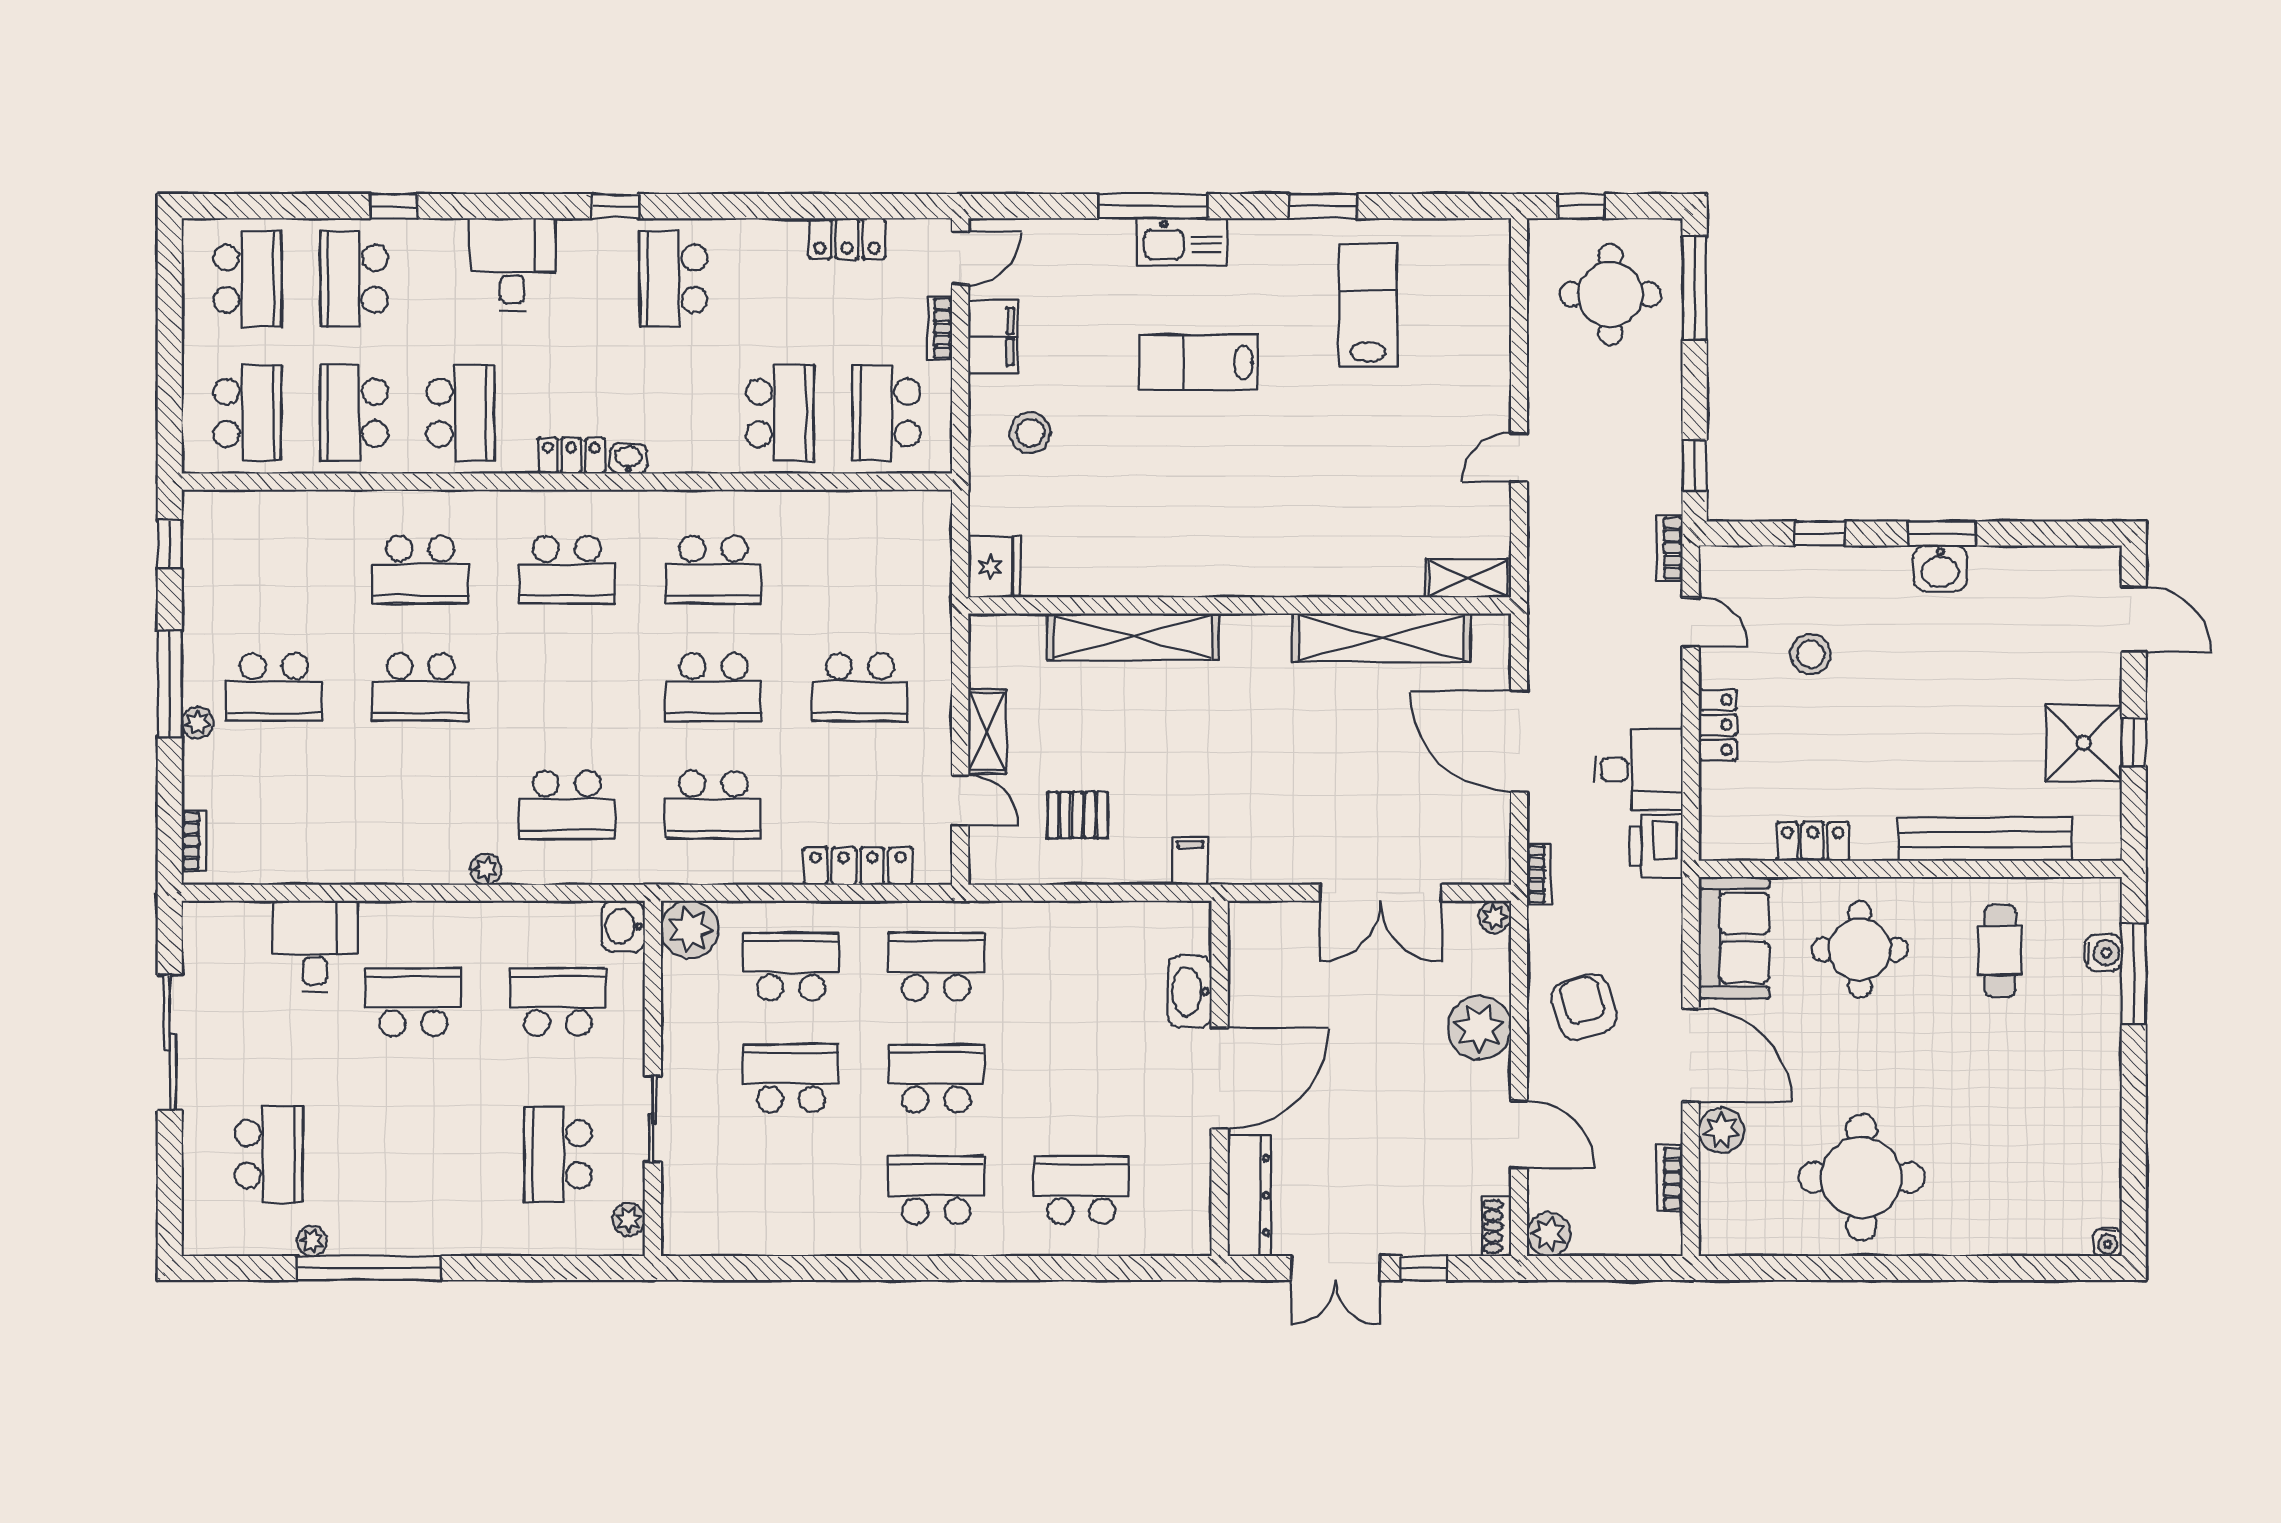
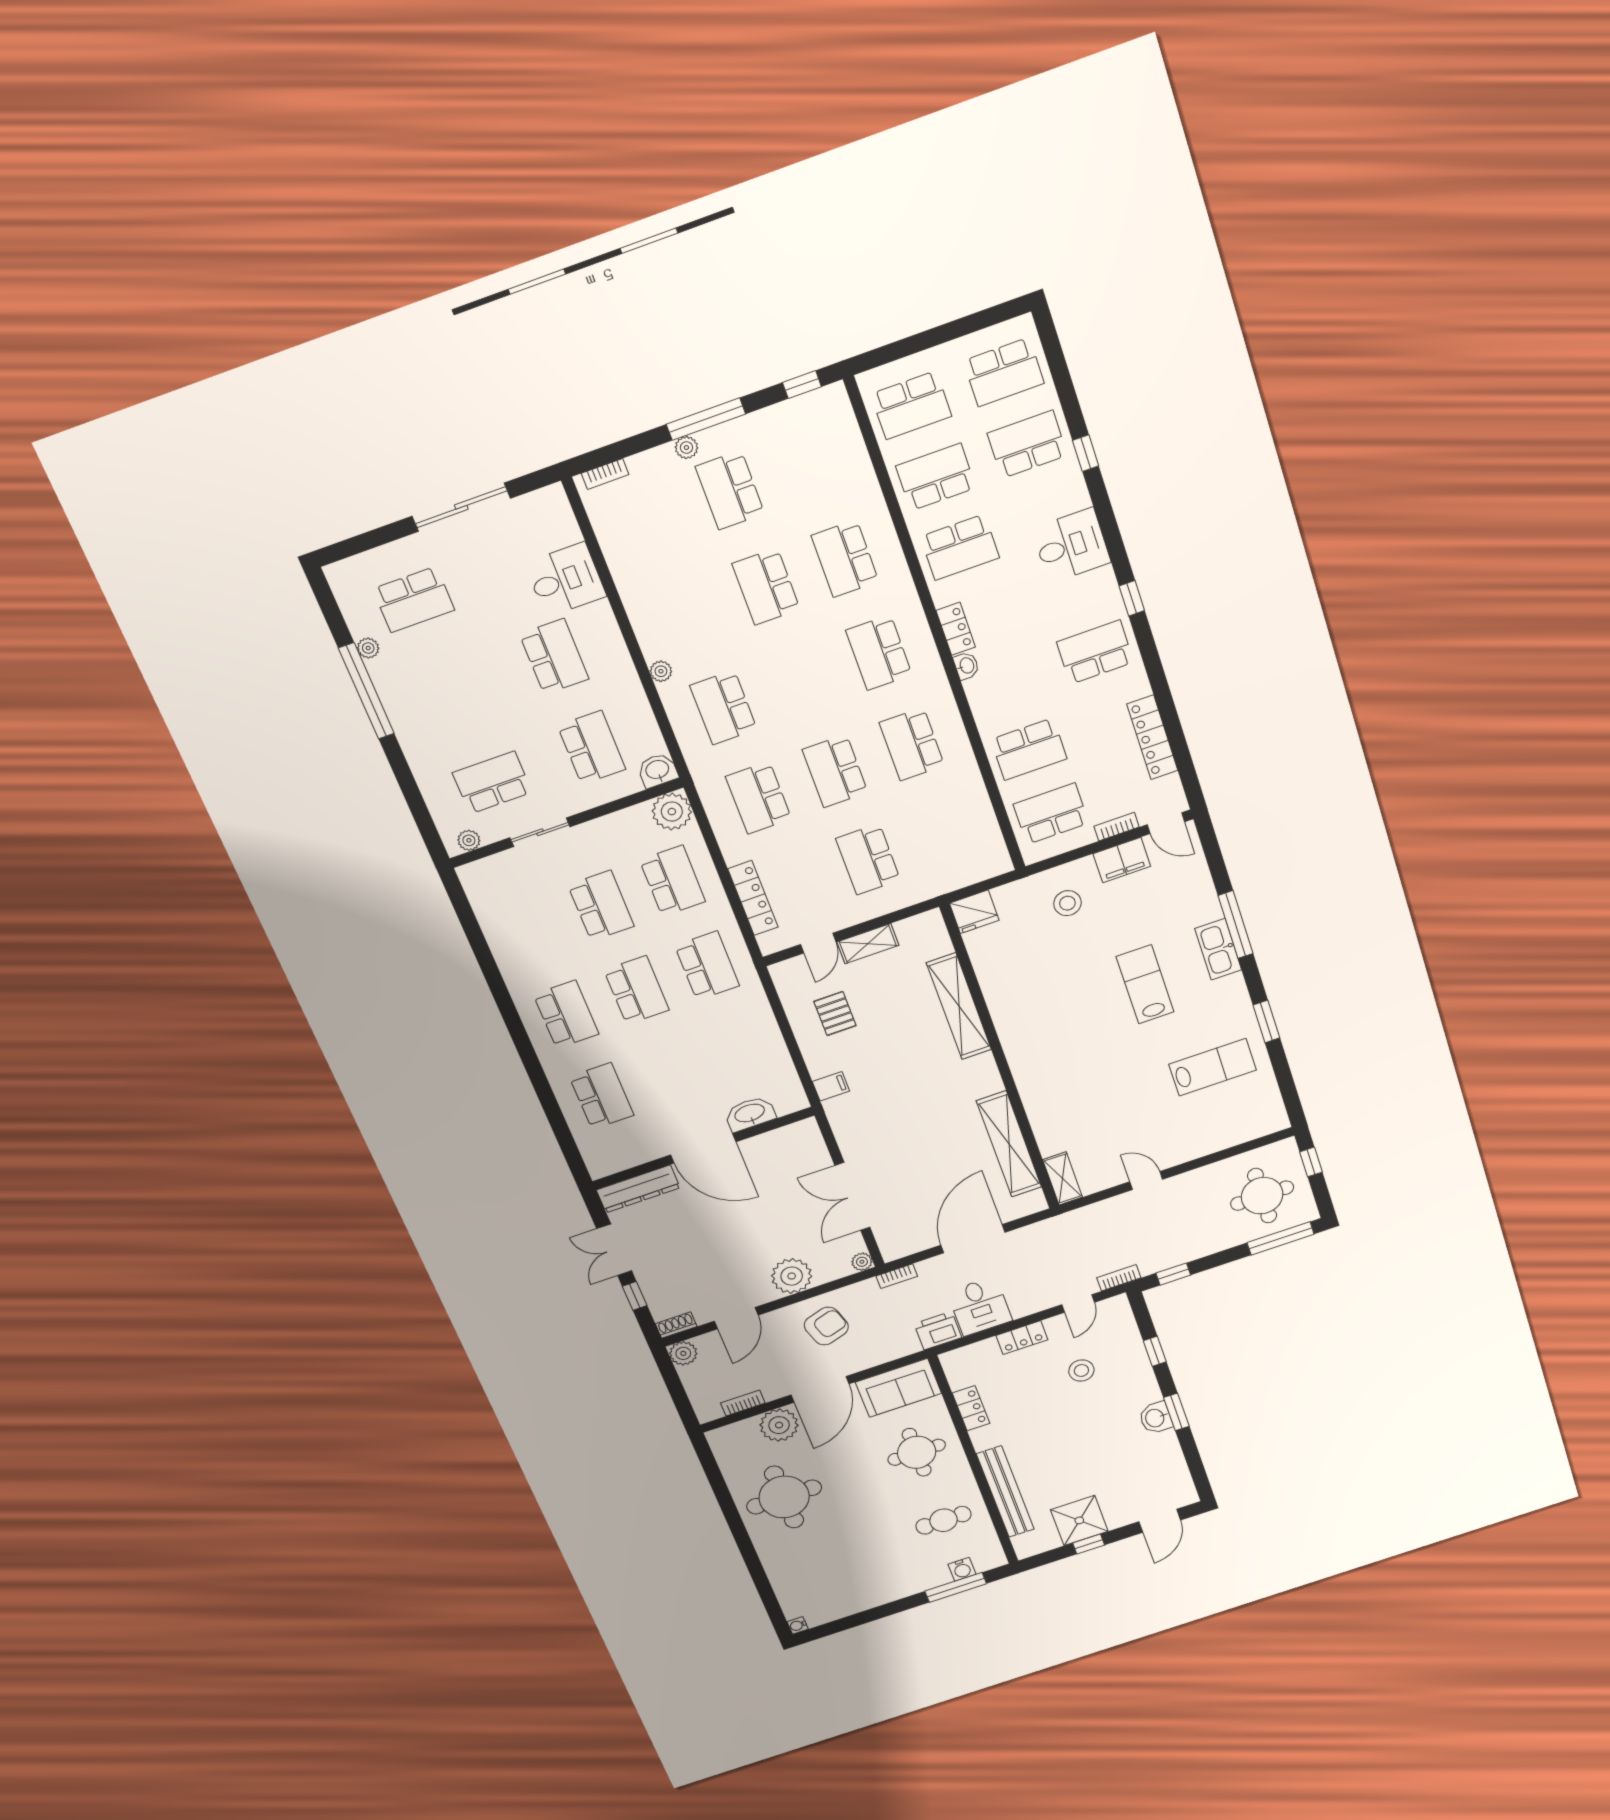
locker: (847, 239) -> (1152, 737), width x1.53
plant: (1721, 1130) -> (779, 1425), width x1.36, depth x1.36

